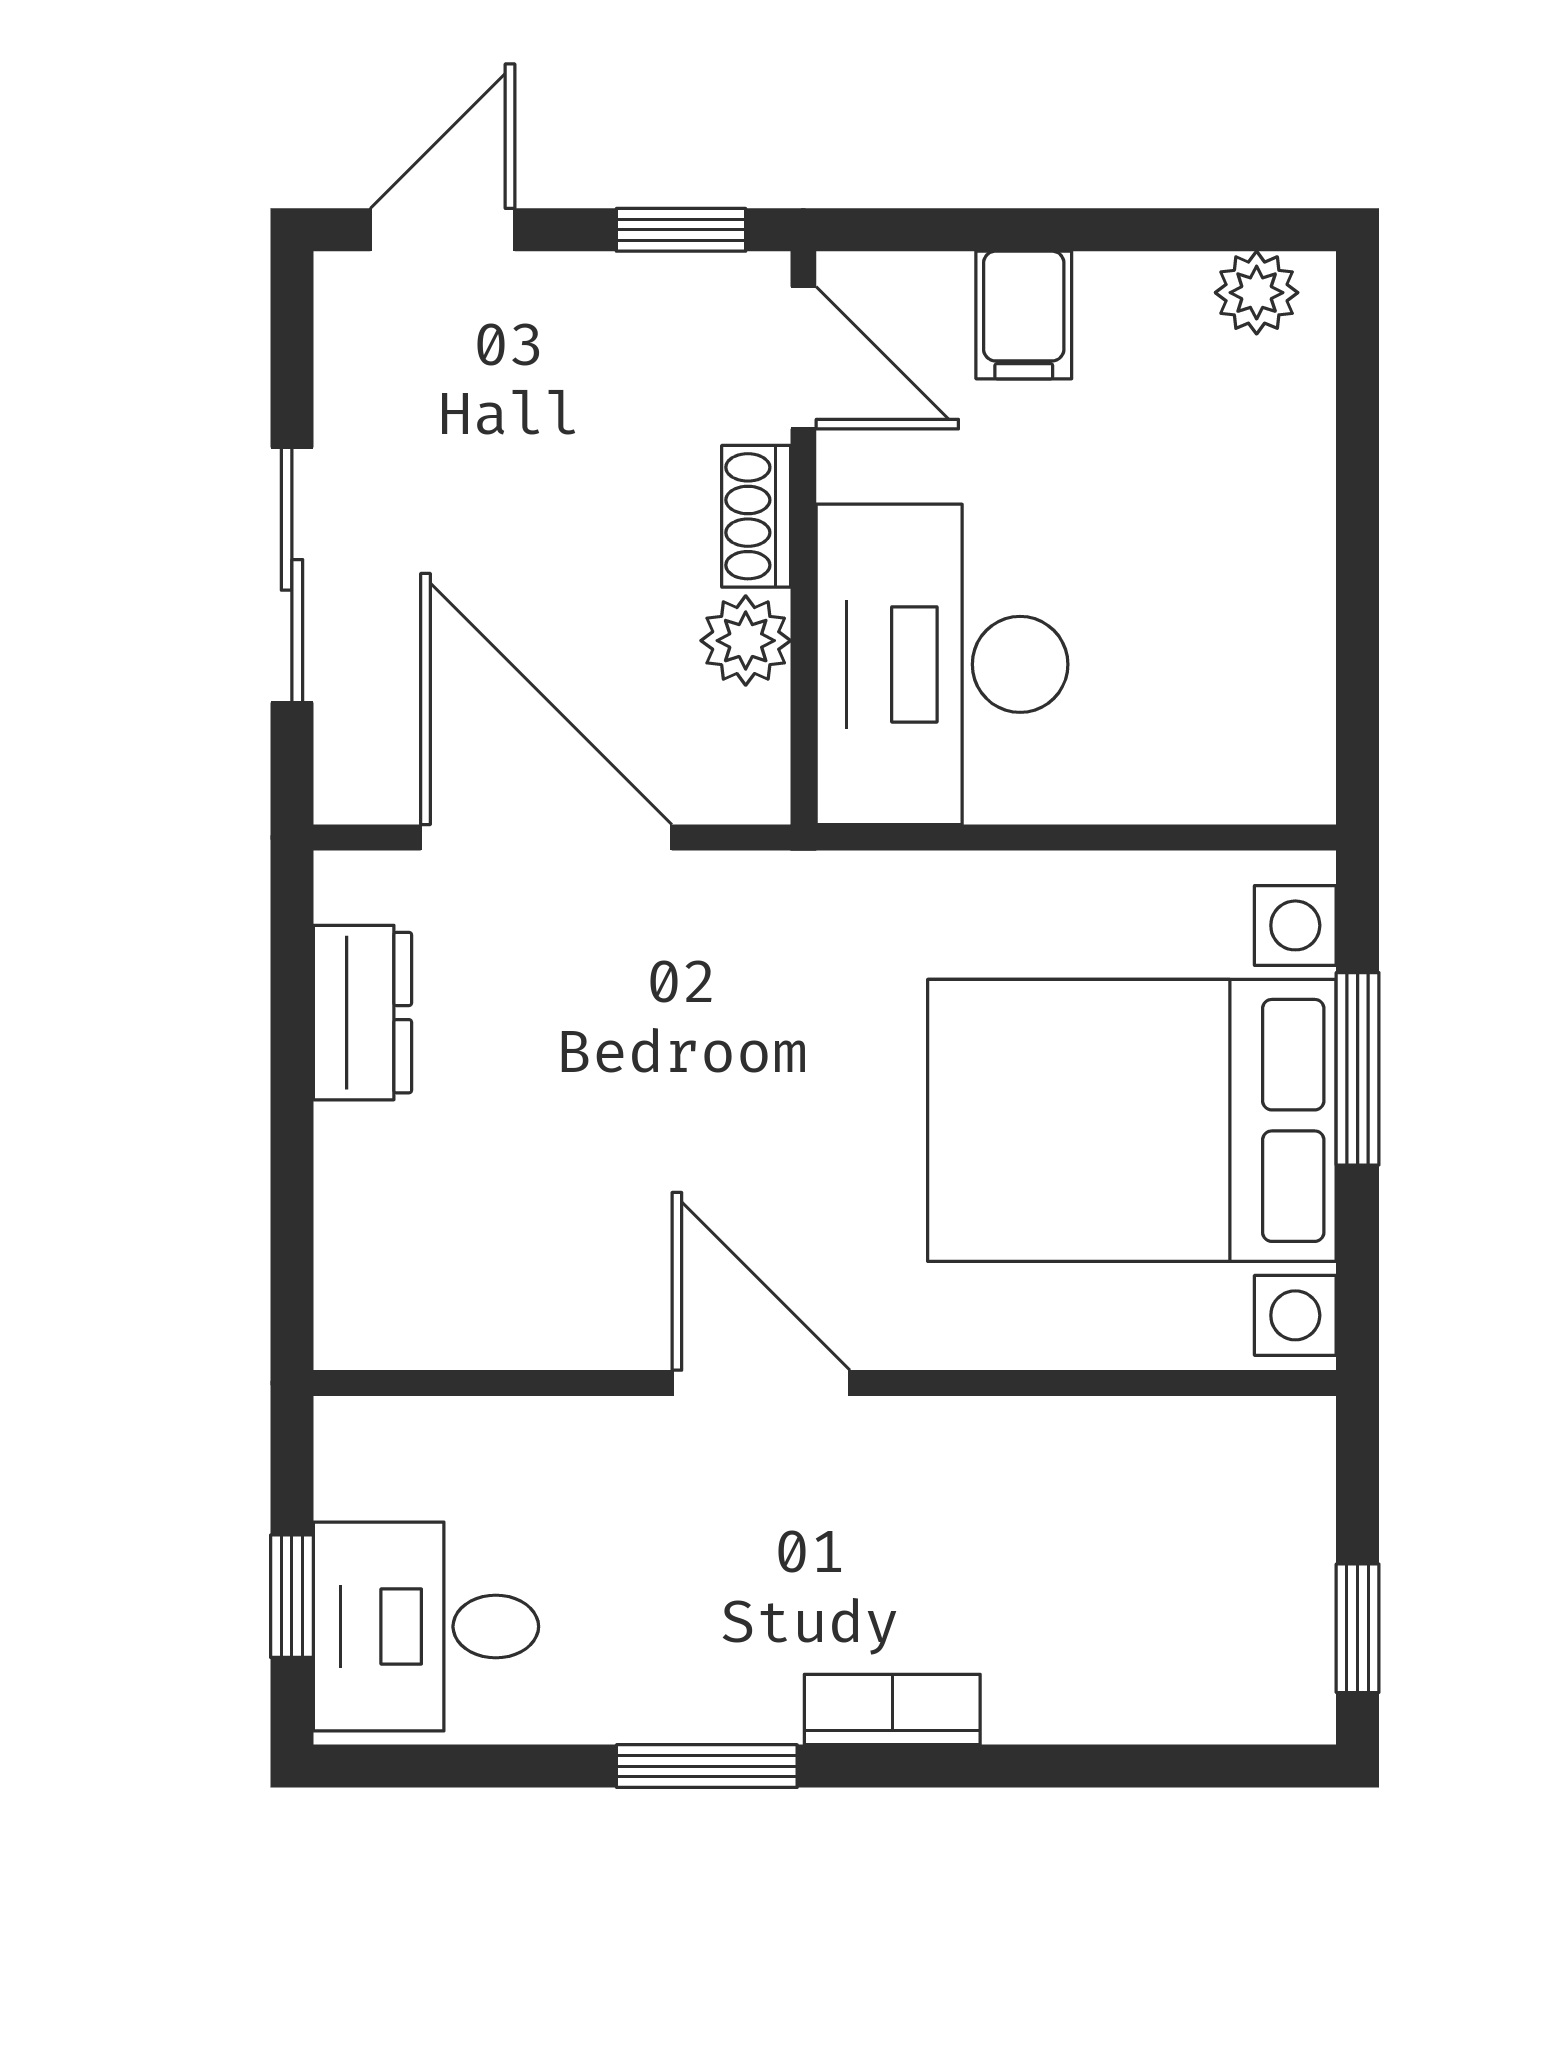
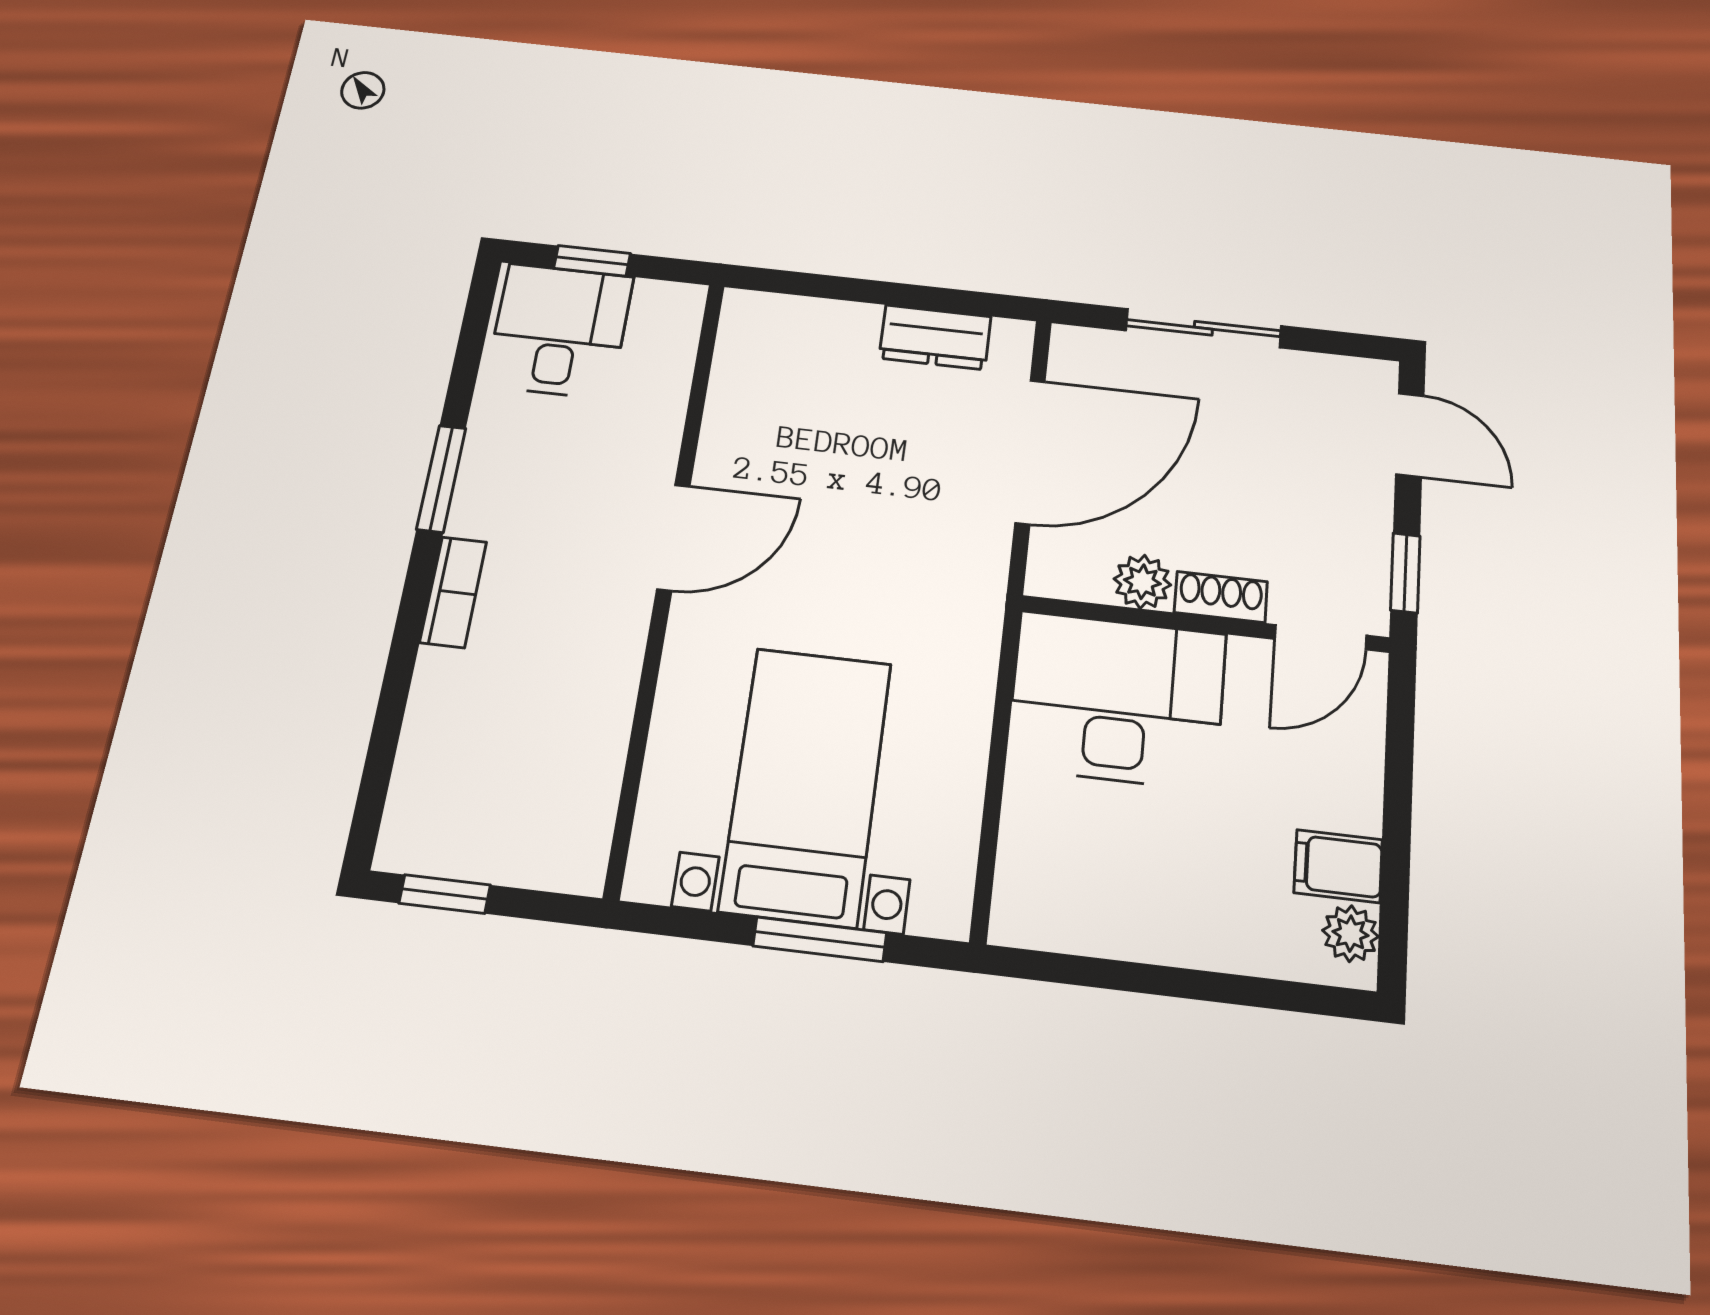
filing cabinet: (1024, 315) -> (1338, 866), moved
bed with nightstands: (1132, 1120) -> (806, 786), width x0.73

